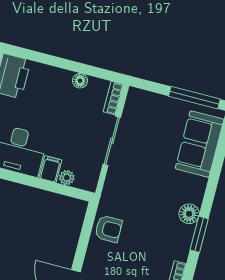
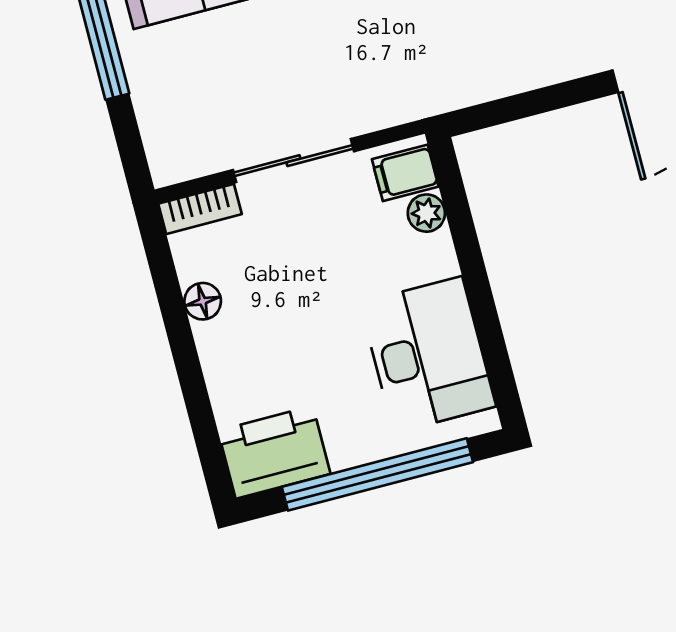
filing cabinet: (50, 169) -> (405, 173), moved
armchair: (108, 229) -> (486, 62), removed

